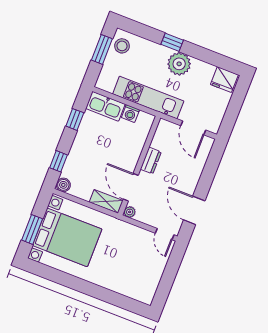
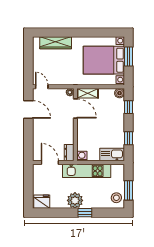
washing machine: (130, 114) -> (82, 156), moved
dresser: (151, 161) -> (69, 153), moved
wardrobe: (123, 286) -> (56, 43), added

